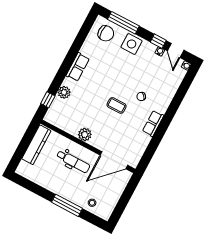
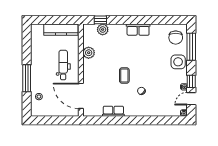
plant: (64, 92) -> (103, 30), moved
row of seats: (153, 123) -> (113, 111), moved
plant: (85, 135) -> (89, 53), moved
dental chair: (73, 161) -> (63, 65), turned 180

